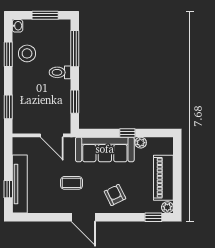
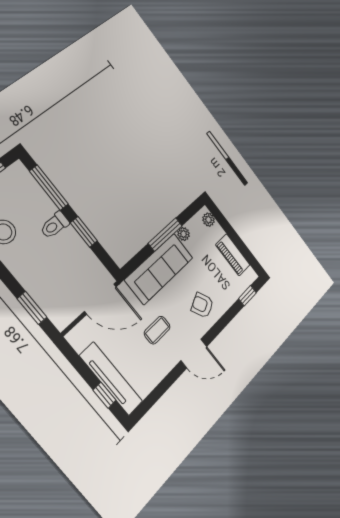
window: (75, 102) -> (84, 232), moved
window: (127, 133) -> (165, 235), width x2.17
door: (52, 135) -> (100, 299), width x1.36
piano: (163, 178) -> (233, 255), width x0.73, depth x0.75
plant: (167, 207) -> (209, 220), moved

